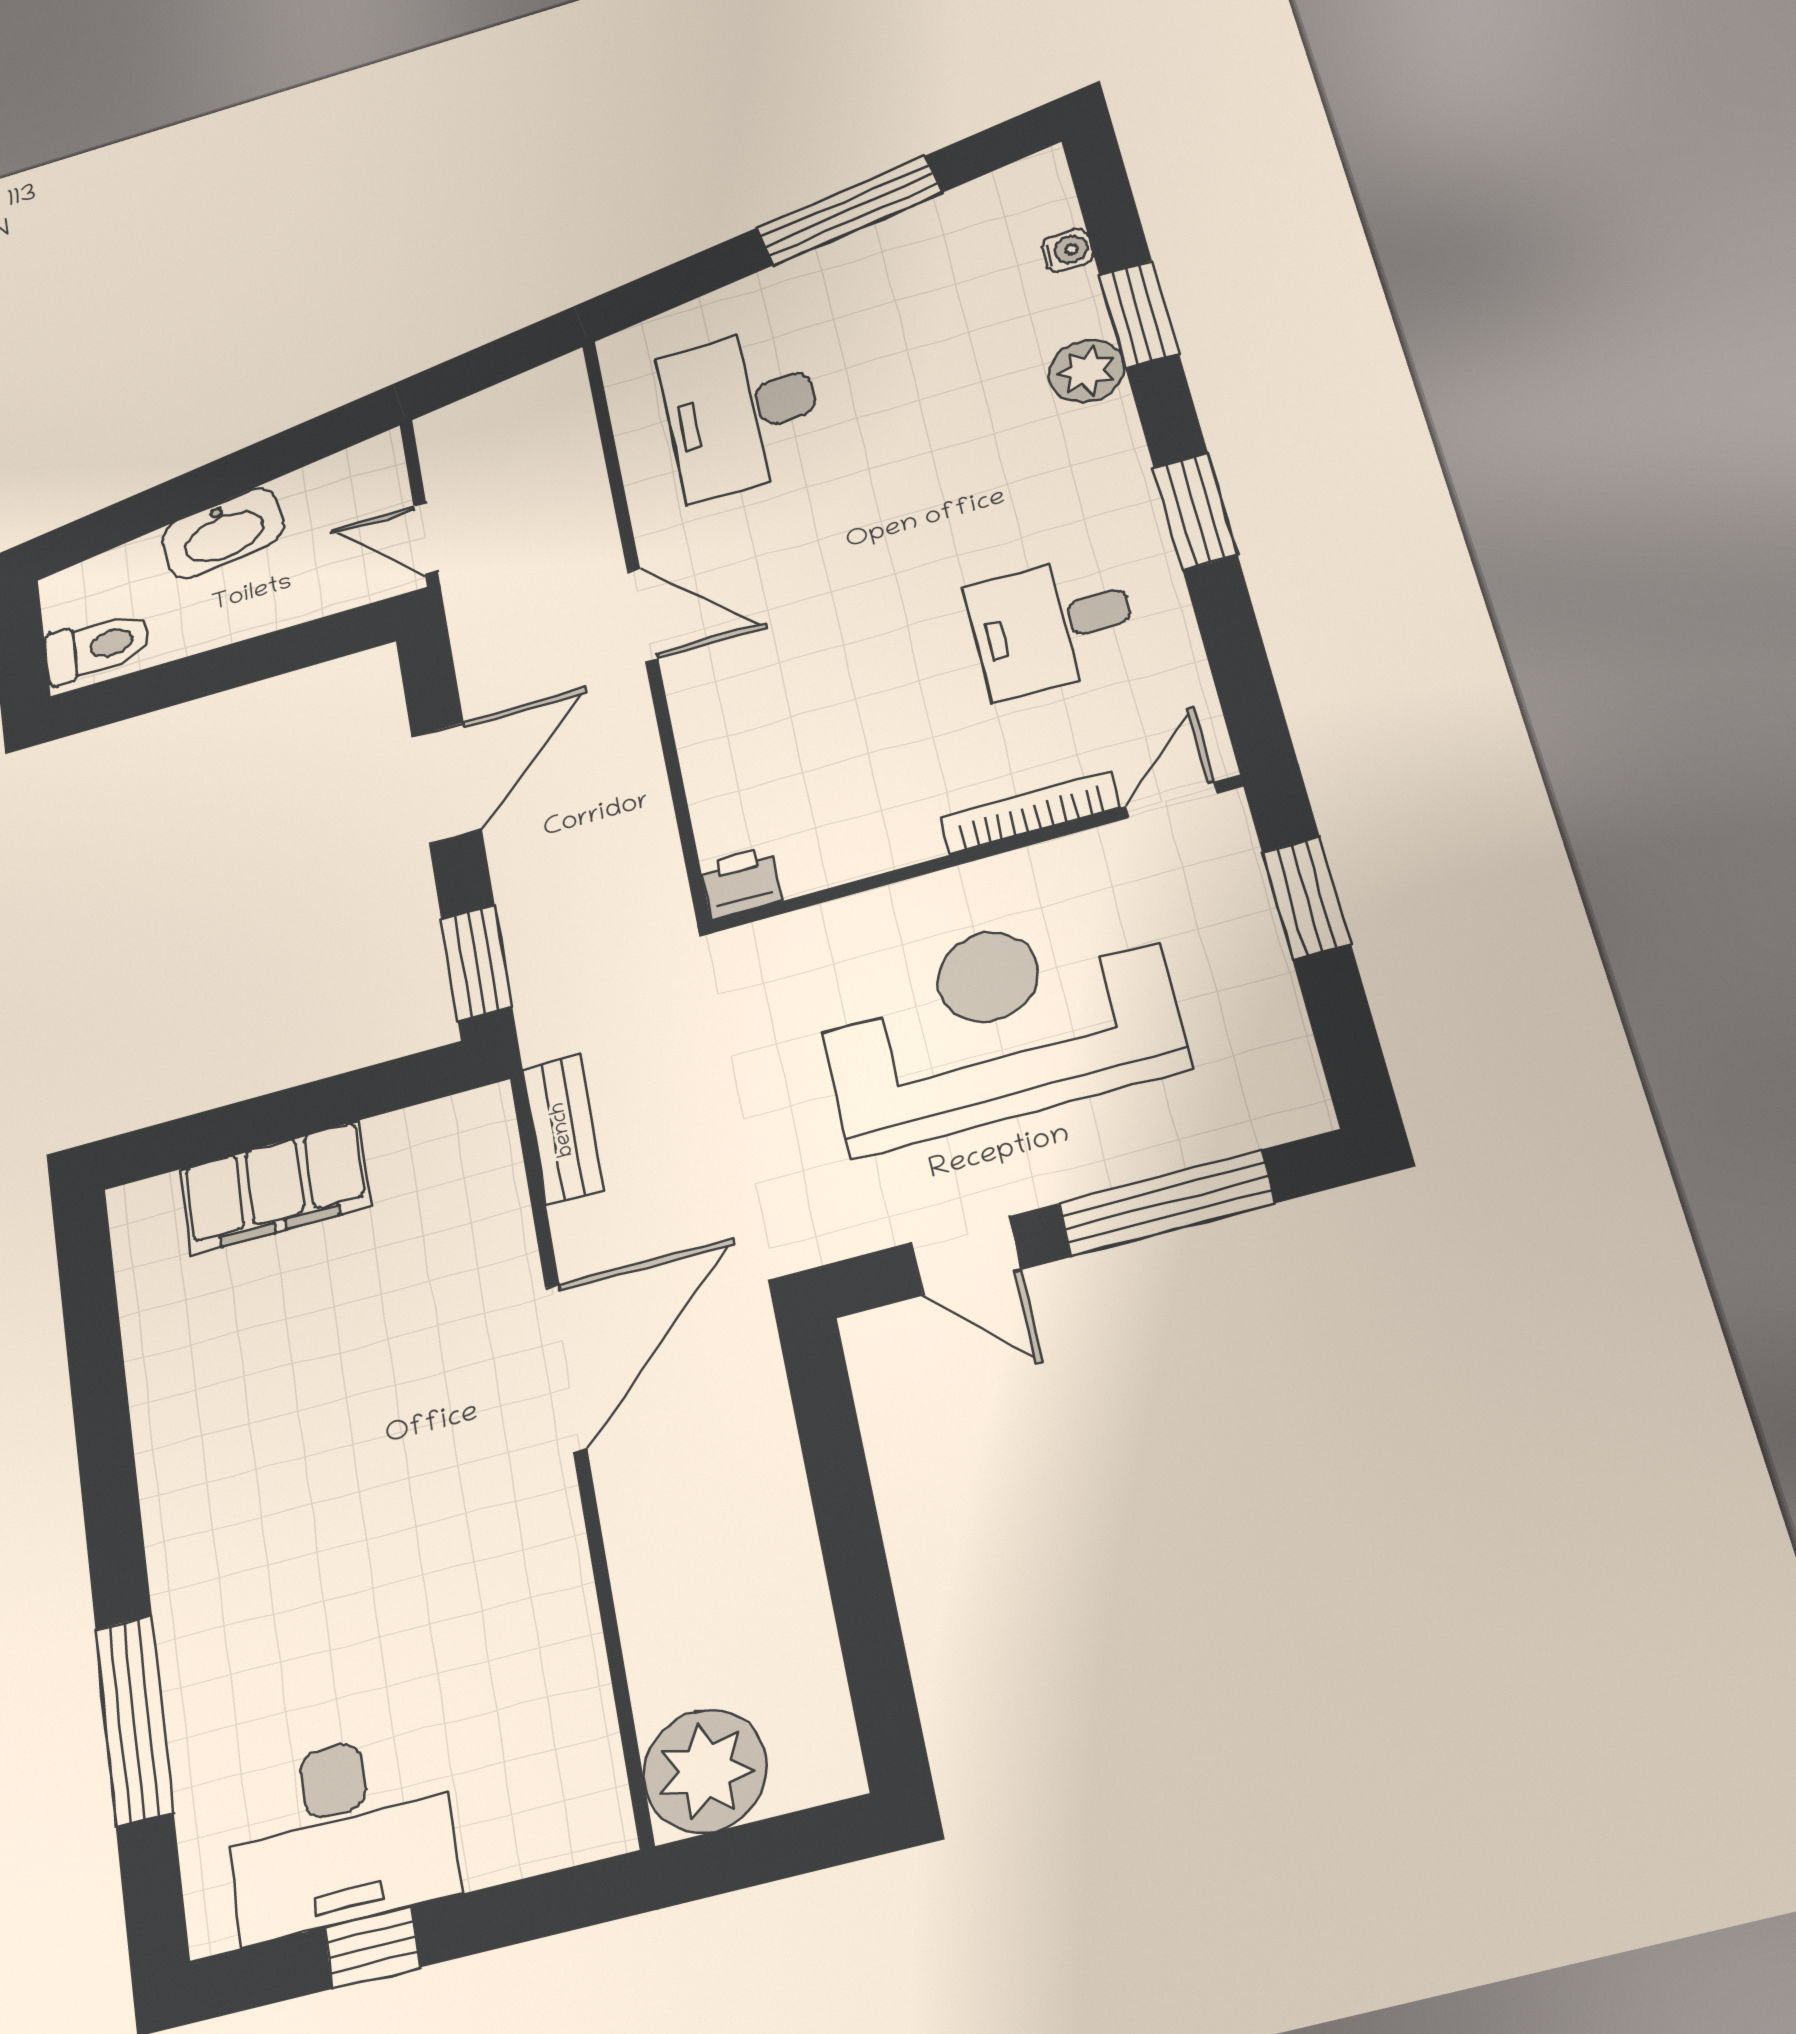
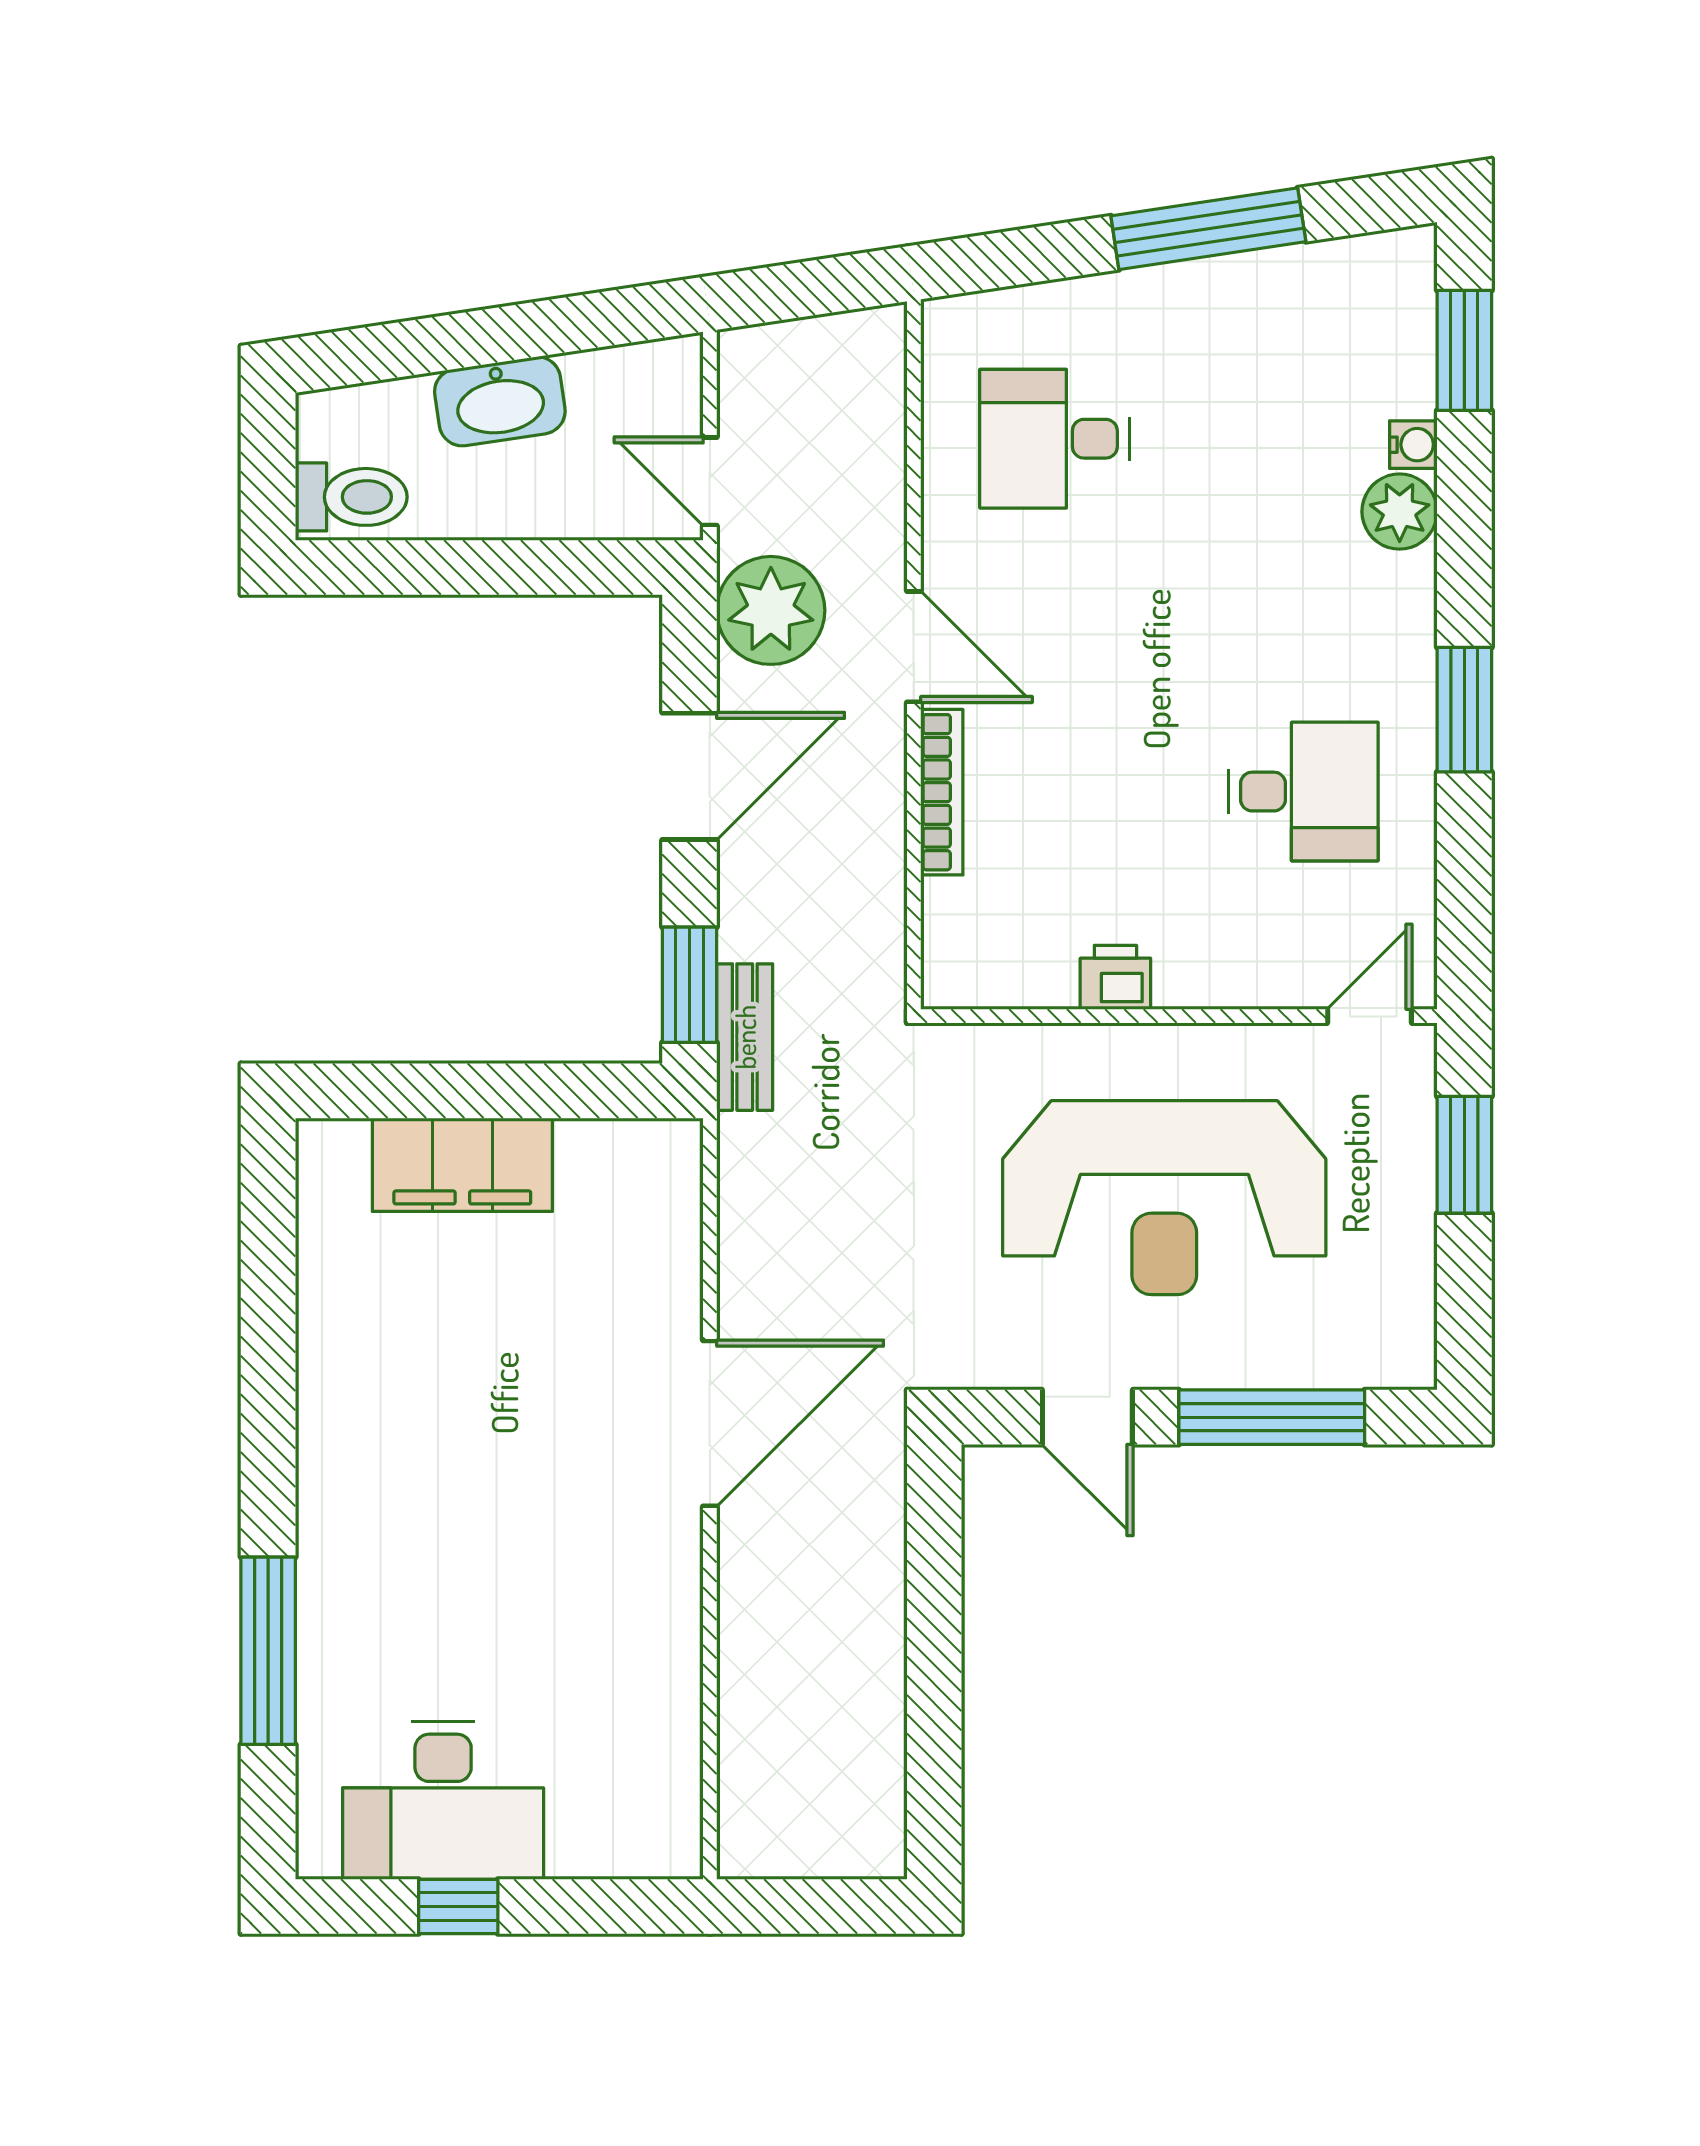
water cooler: (1068, 250) -> (1413, 445), moved
window: (1139, 314) -> (1464, 350), moved
desk: (742, 411) -> (1054, 439), width x0.73
desk: (1052, 625) -> (1303, 792), turned 180
bookcase: (1030, 813) -> (942, 792), moved, turned 90
printer: (741, 883) -> (1115, 977), moved
reception desk: (999, 1024) -> (1164, 1198), turned 180
bench: (563, 1129) -> (745, 1037), moved
plant: (705, 1771) -> (771, 610), moved

